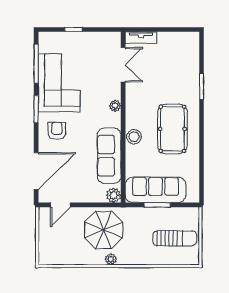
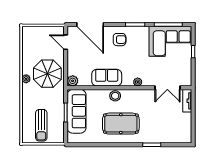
corner sofa: (59, 83) -> (170, 41), moved
sofa: (109, 156) -> (107, 78), width x0.73

